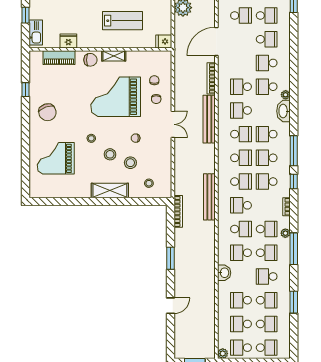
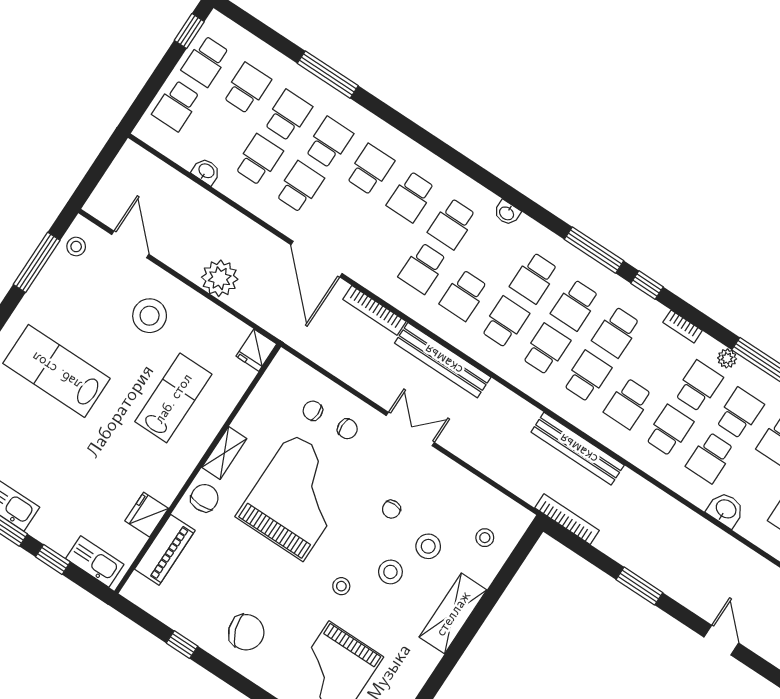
plant: (286, 95) -> (488, 200), removed
grand piano: (116, 97) -> (297, 497), turned 180
washbasin: (283, 111) -> (507, 213), width x0.52, depth x0.69

